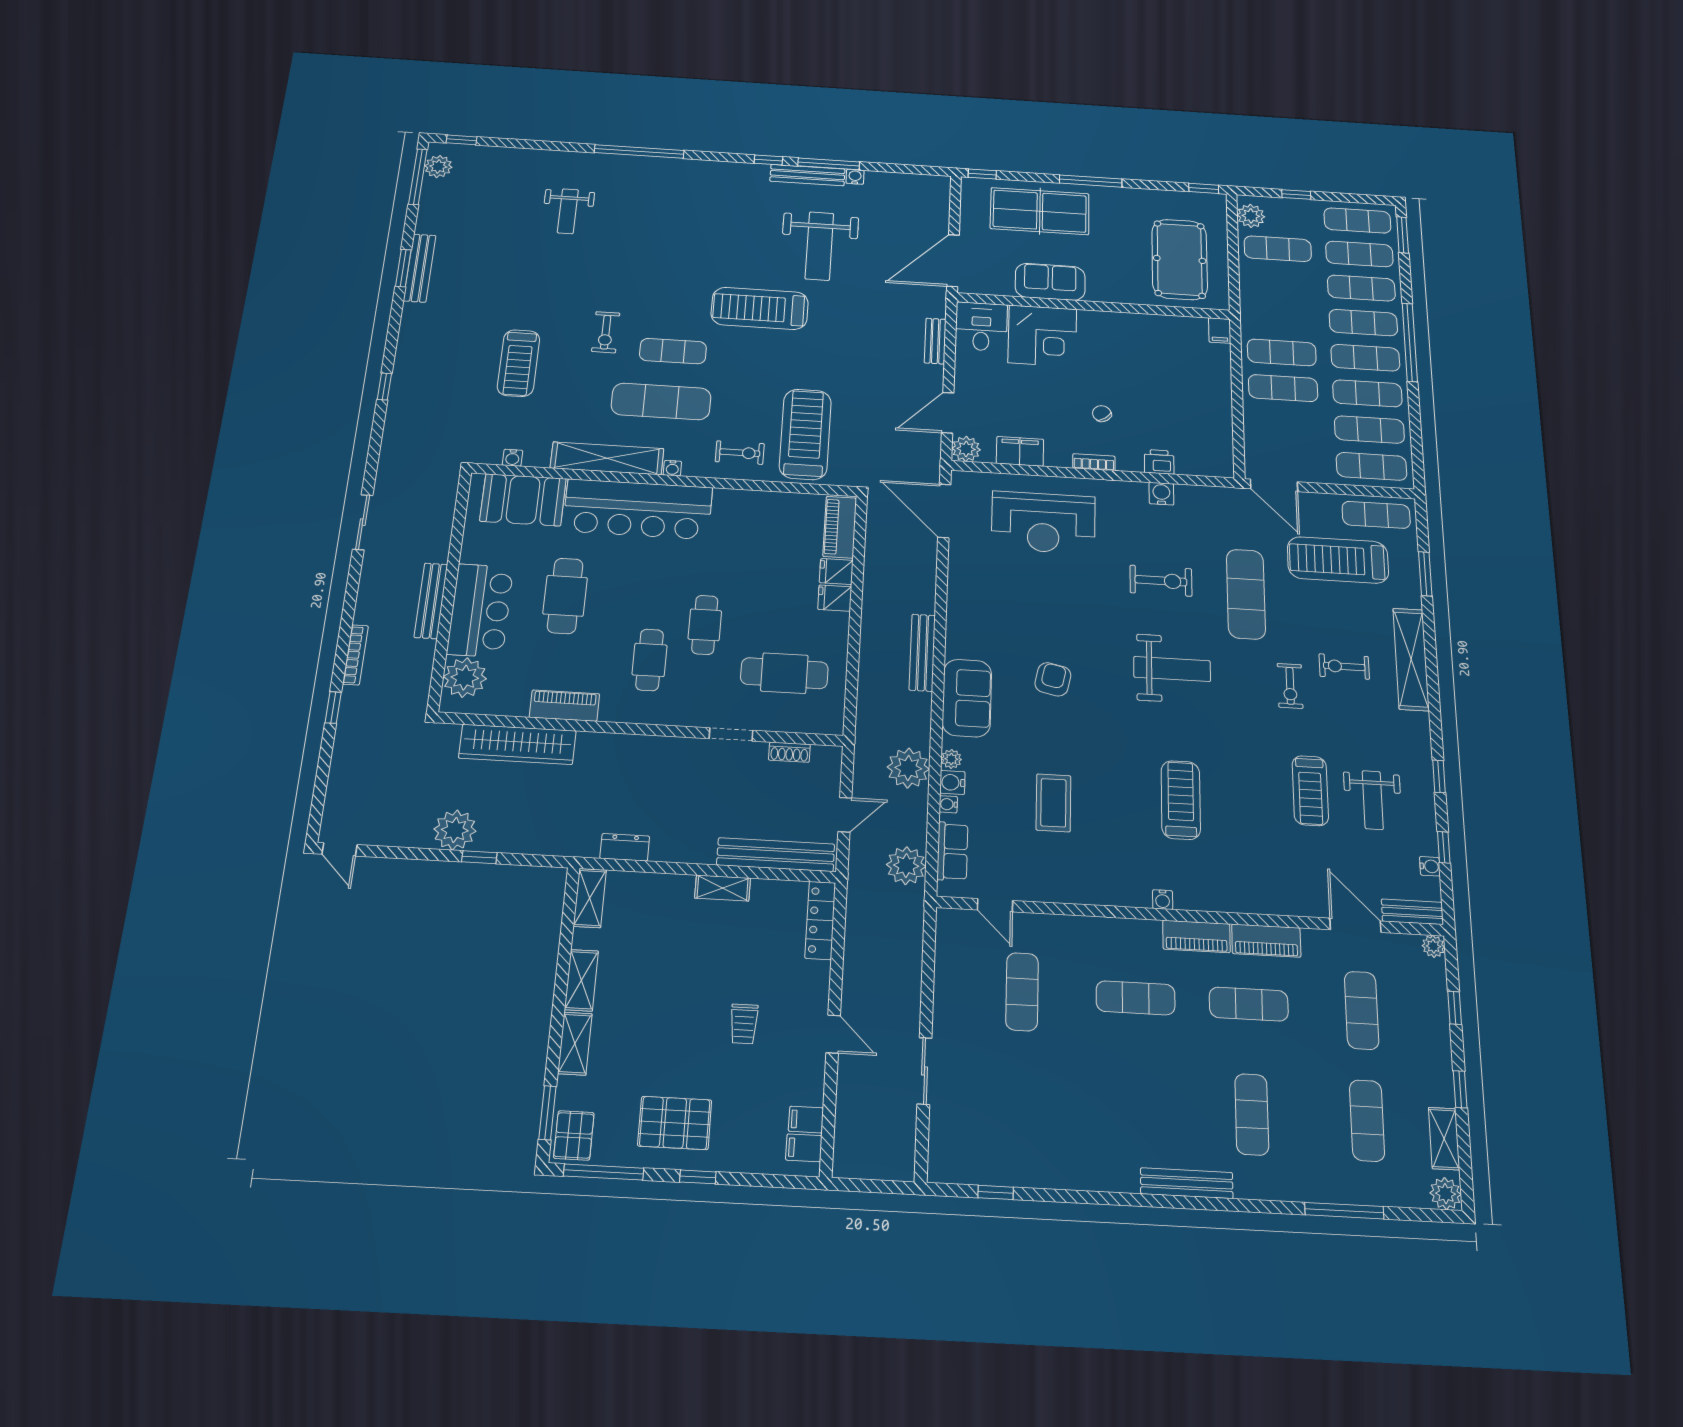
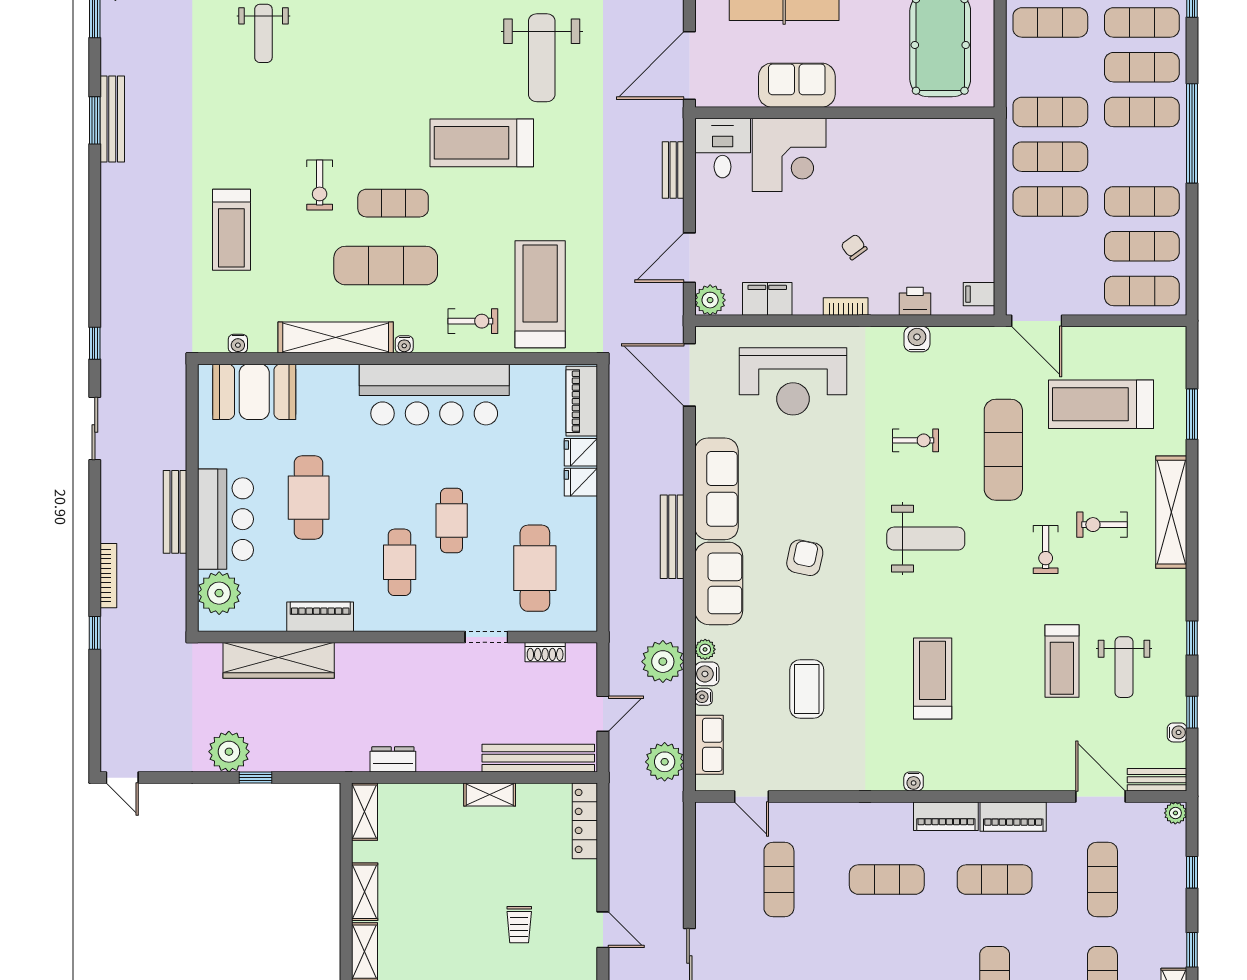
filing cabinet: (1220, 331) -> (979, 294), moved, turned 90
exercise mat: (1365, 358) -> (1050, 112), moved
window: (384, 386) -> (95, 343), moved
bar counter: (638, 509) -> (434, 395), moved
exercise mat: (1376, 515) -> (1144, 349), removed
exercise bike: (1161, 581) -> (915, 440), width x0.73, depth x0.72
sofa: (967, 612) -> (716, 489), added
cafe table: (784, 673) -> (535, 568), turned 90

